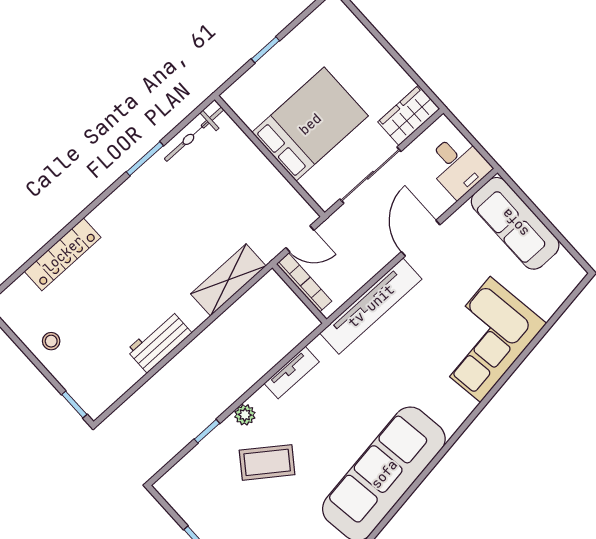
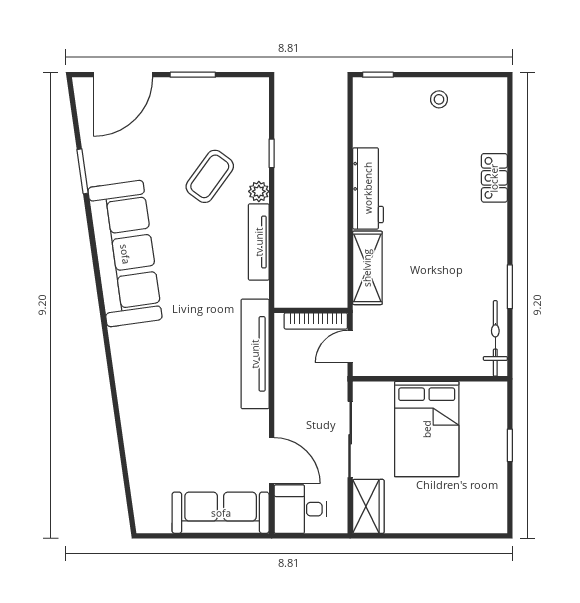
door: (421, 238) -> (272, 461), moved
locker: (63, 254) -> (494, 178), width x0.66
corner sofa: (485, 339) -> (156, 415), removed
workbench: (159, 341) -> (368, 188), width x1.38
tv unit: (292, 373) -> (259, 242), width x1.41

